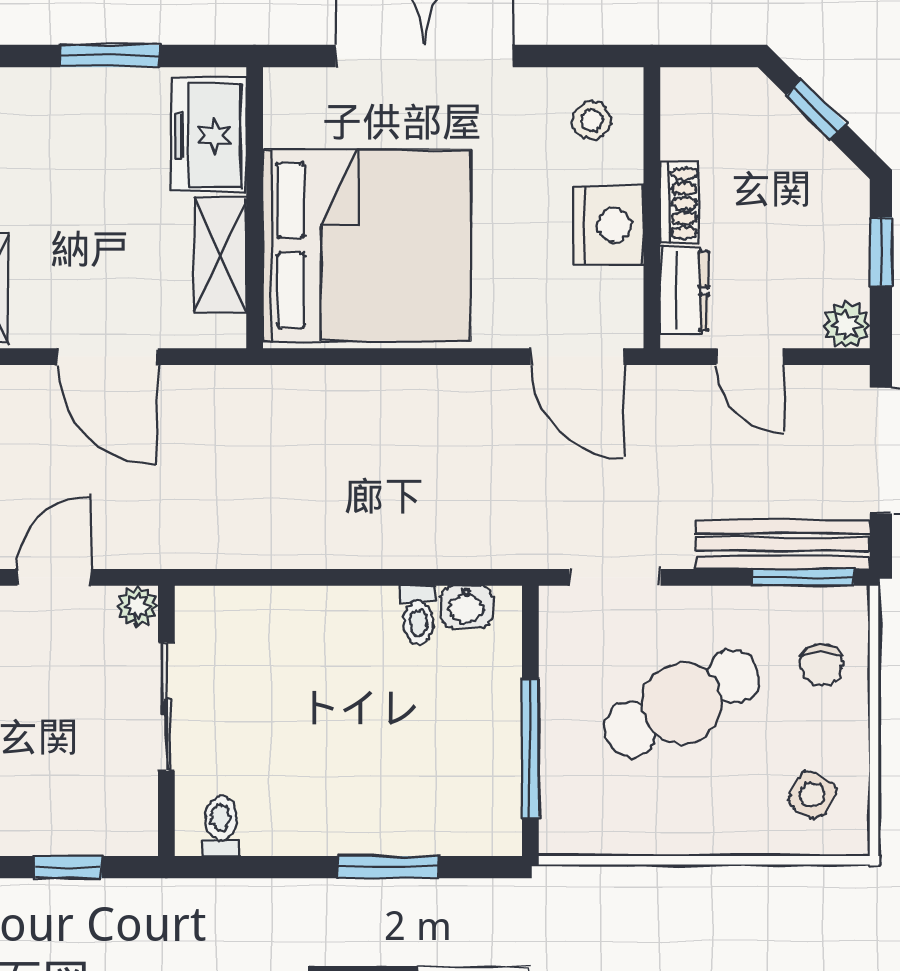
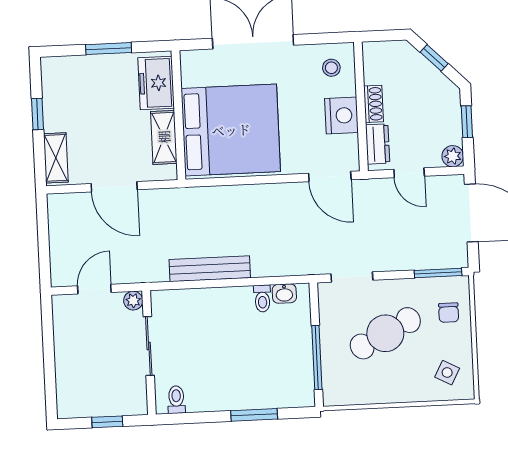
bench: (782, 545) -> (210, 269), moved

